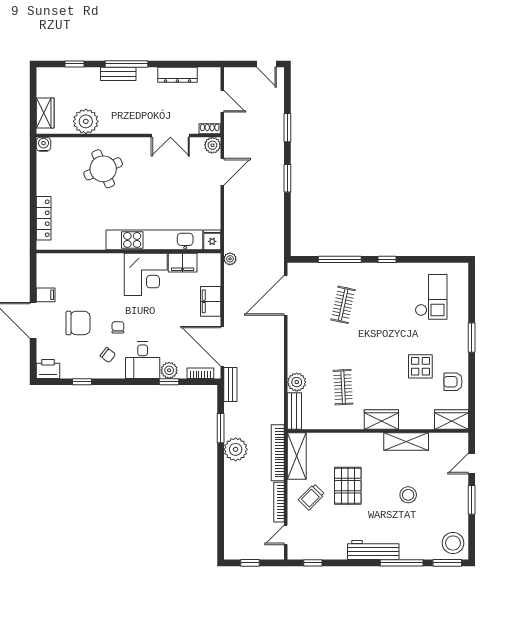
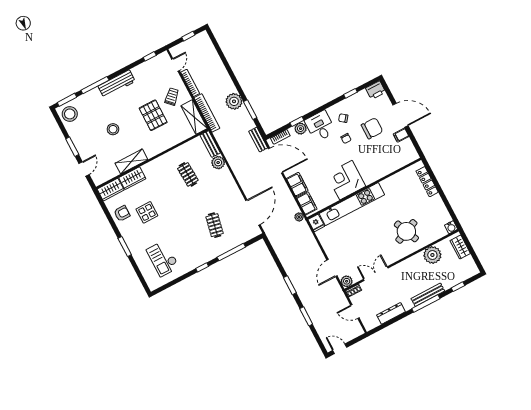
bench: (118, 74) -> (428, 295), width x1.36
filing cabinet: (183, 263) -> (307, 203), moved, turned 90
chair: (78, 323) -> (372, 128), turned 180
wardrobe: (381, 420) -> (132, 178), moved

